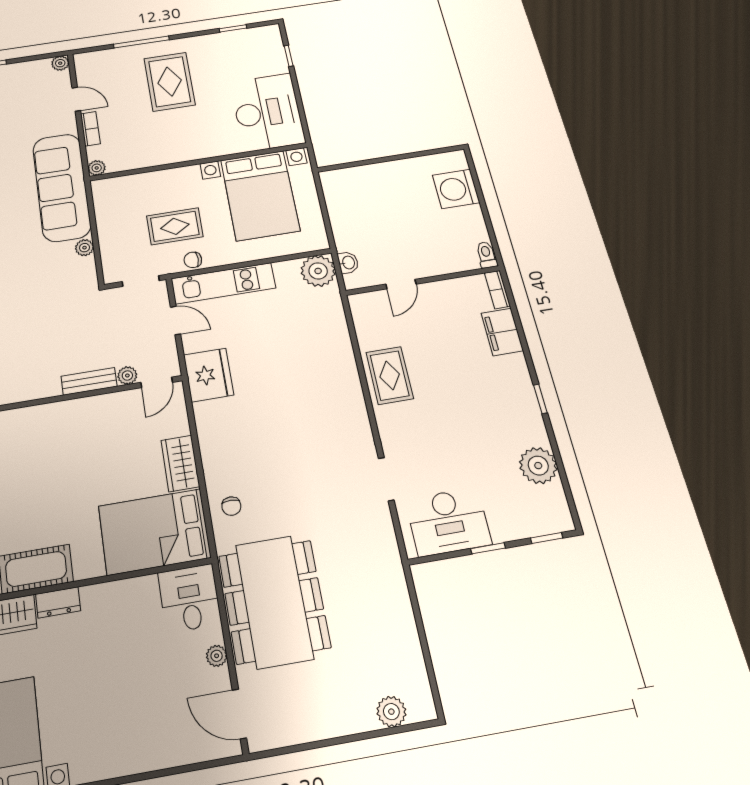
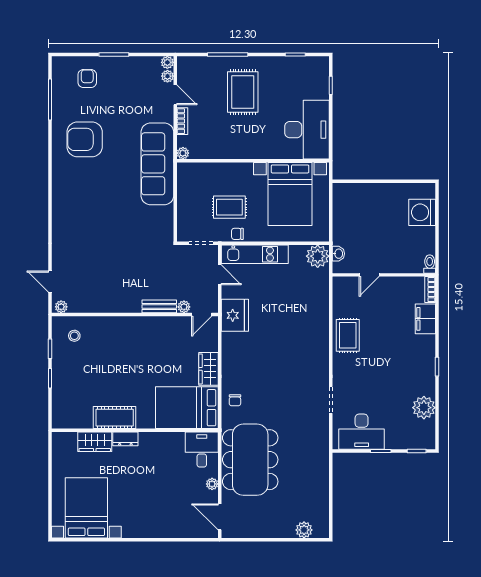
plant: (85, 248) -> (167, 76), moved

